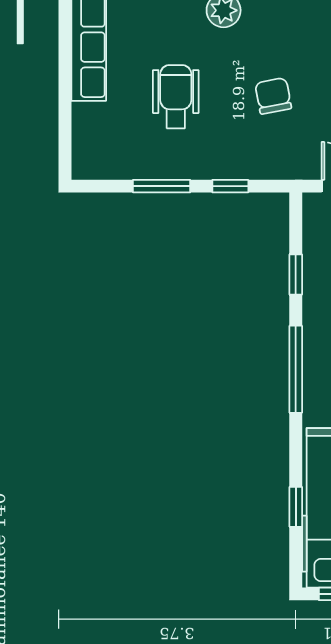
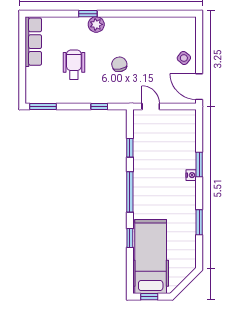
window: (162, 186) -> (43, 106), moved
window: (296, 507) -> (130, 238), moved

